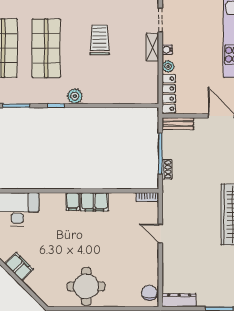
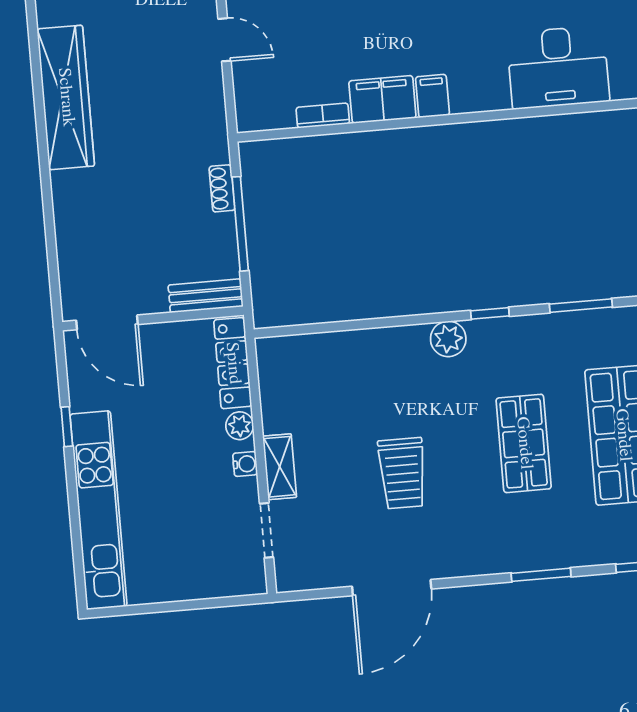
shop shelf: (46, 48) -> (524, 443), width x0.70, depth x0.74
bookcase: (147, 197) -> (323, 115), moved

